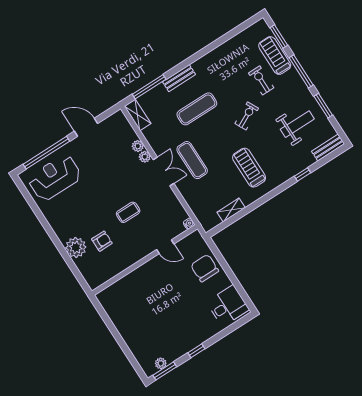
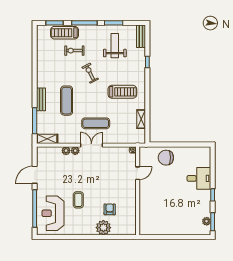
treadmill: (249, 168) -> (122, 92), turned 180
coffee table: (128, 212) -> (78, 200), moved
desk: (228, 306) -> (199, 178), moved, turned 90

